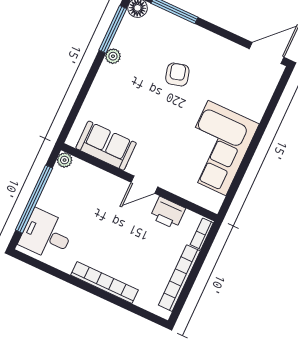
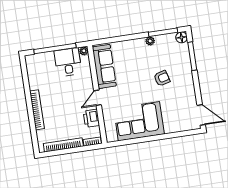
sofa: (106, 146) -> (104, 66), width x1.36
door: (144, 185) -> (98, 98), hinge flipped
desk: (46, 235) -> (68, 62), moved

